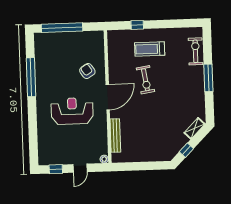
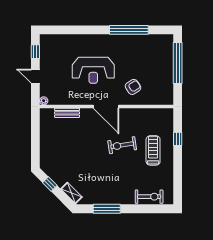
window: (208, 78) -> (107, 209), moved
reception desk: (72, 111) -> (93, 70), turned 90
bench: (115, 135) -> (67, 113), width x0.73

